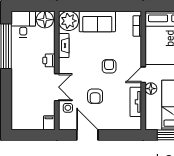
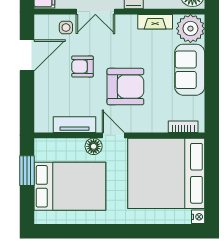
armchair: (109, 66) -> (125, 87), width x1.88, depth x1.88

